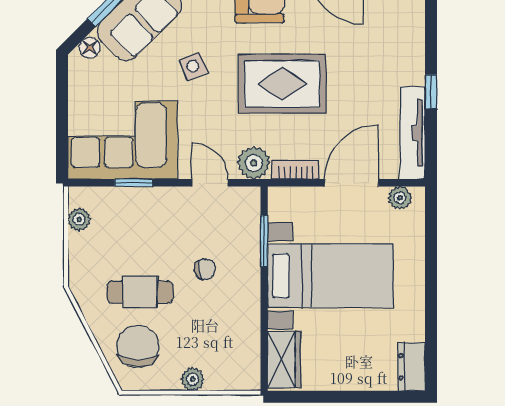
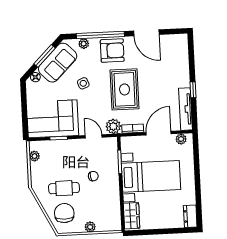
rug: (282, 84) -> (125, 89), turned 90

